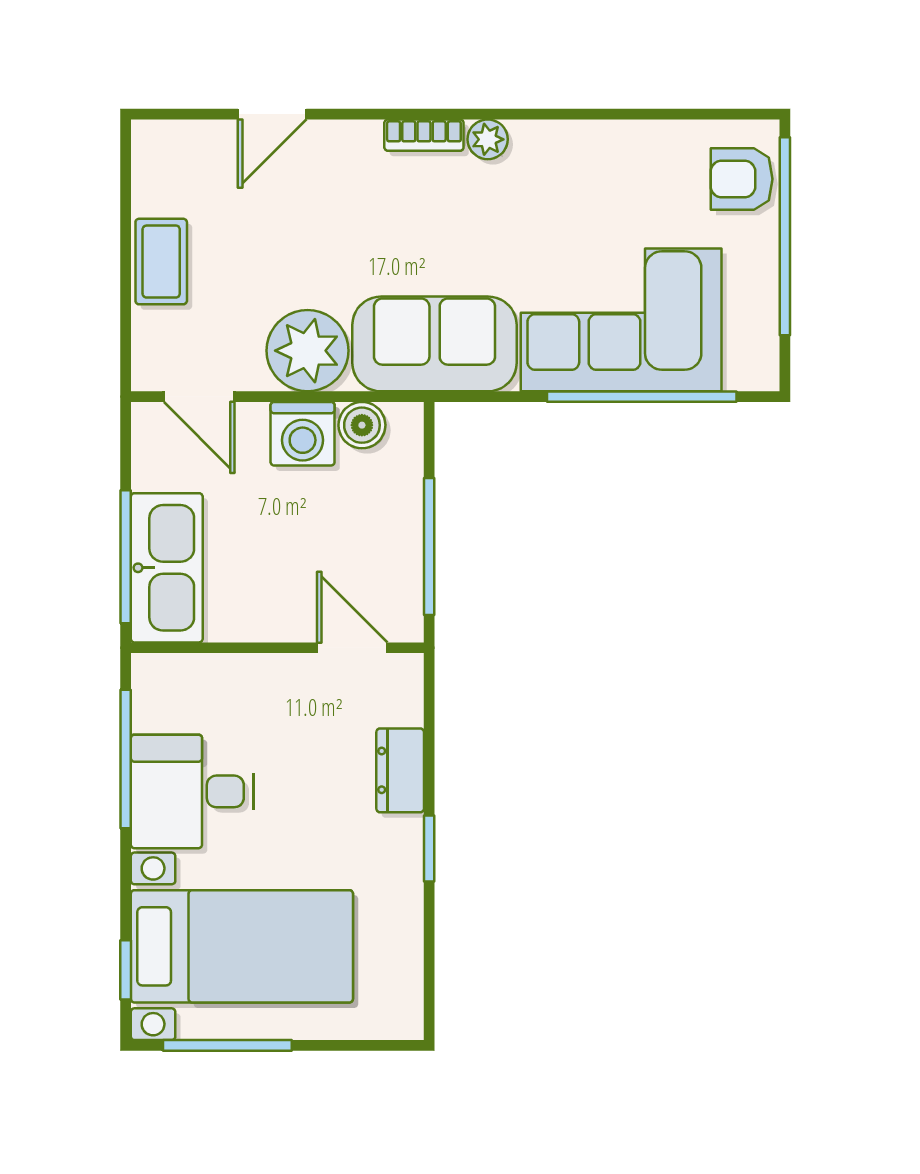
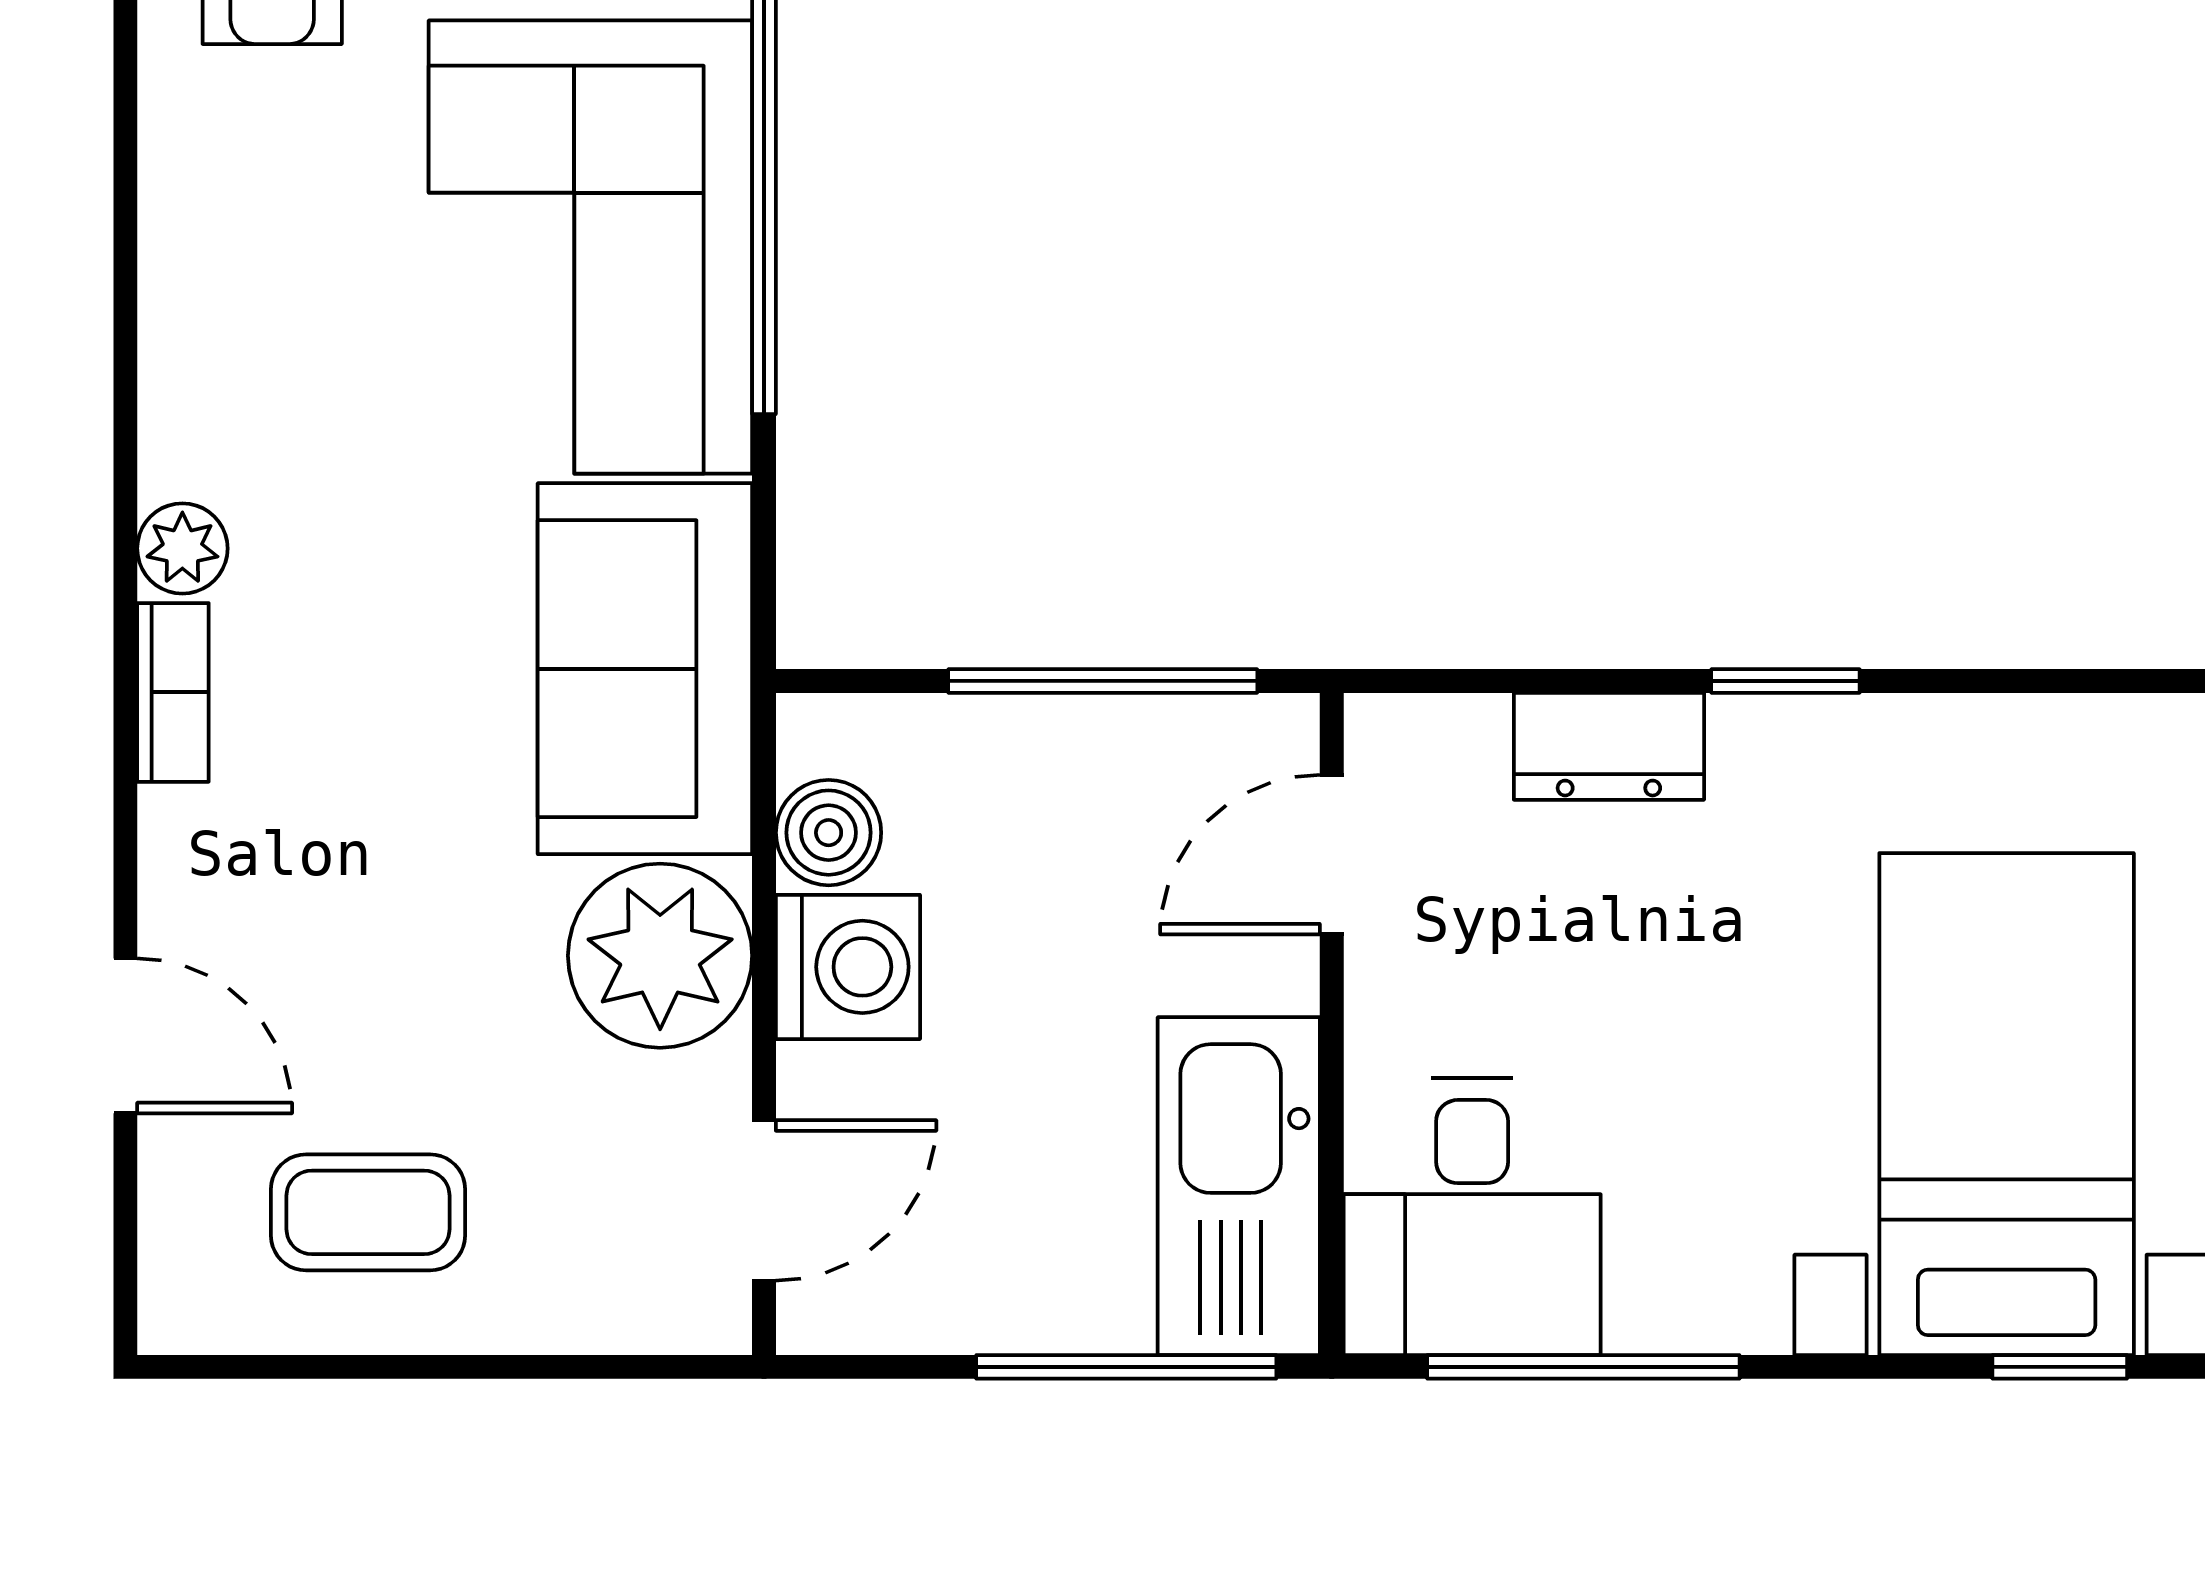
coffee table: (161, 262) -> (368, 1212), moved
kitchen sink: (167, 568) -> (1239, 1186), moved, turned -90
desk: (192, 791) -> (1472, 1216), moved

